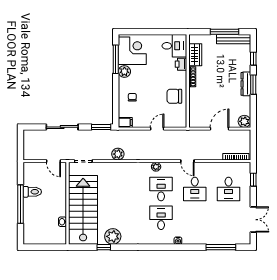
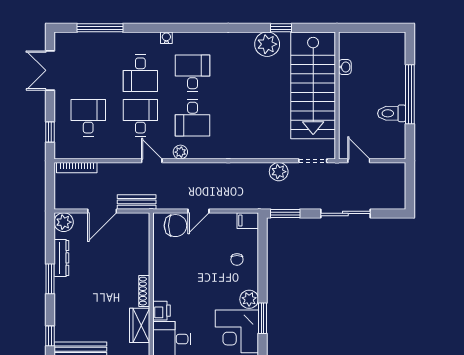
window: (116, 59) -> (263, 318), width x0.69
window: (253, 59) -> (50, 336), moved
dresser: (246, 84) -> (61, 258), moved
chair: (174, 96) -> (175, 226), moved
bench: (197, 134) -> (137, 202), added
plant: (118, 154) -> (279, 172), moved
plant: (156, 167) -> (180, 152), moved
desk: (161, 218) -> (193, 73), turned 180
desk: (195, 218) -> (140, 73), added

